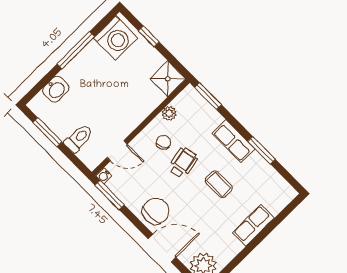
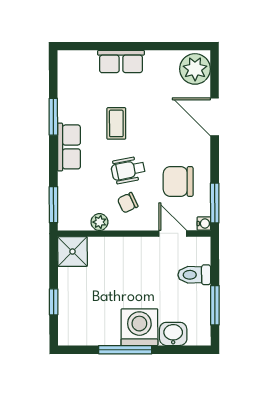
washing machine: (116, 38) -> (139, 327), moved
chair: (156, 211) -> (178, 182), moved

